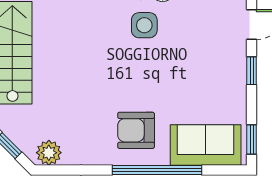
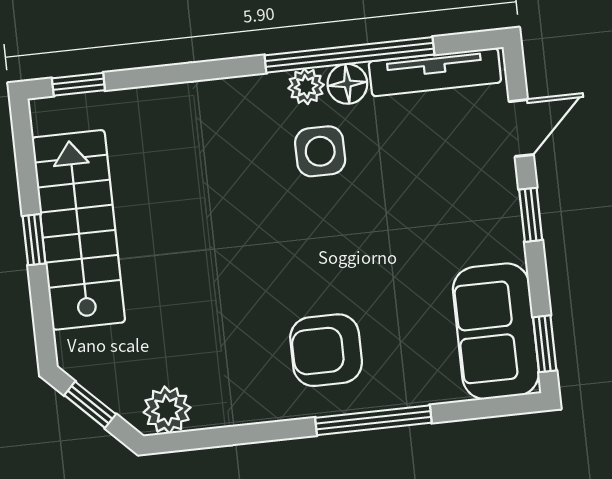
sofa: (206, 145) -> (496, 331), moved, turned -90
window: (157, 170) -> (373, 420), width x0.68

